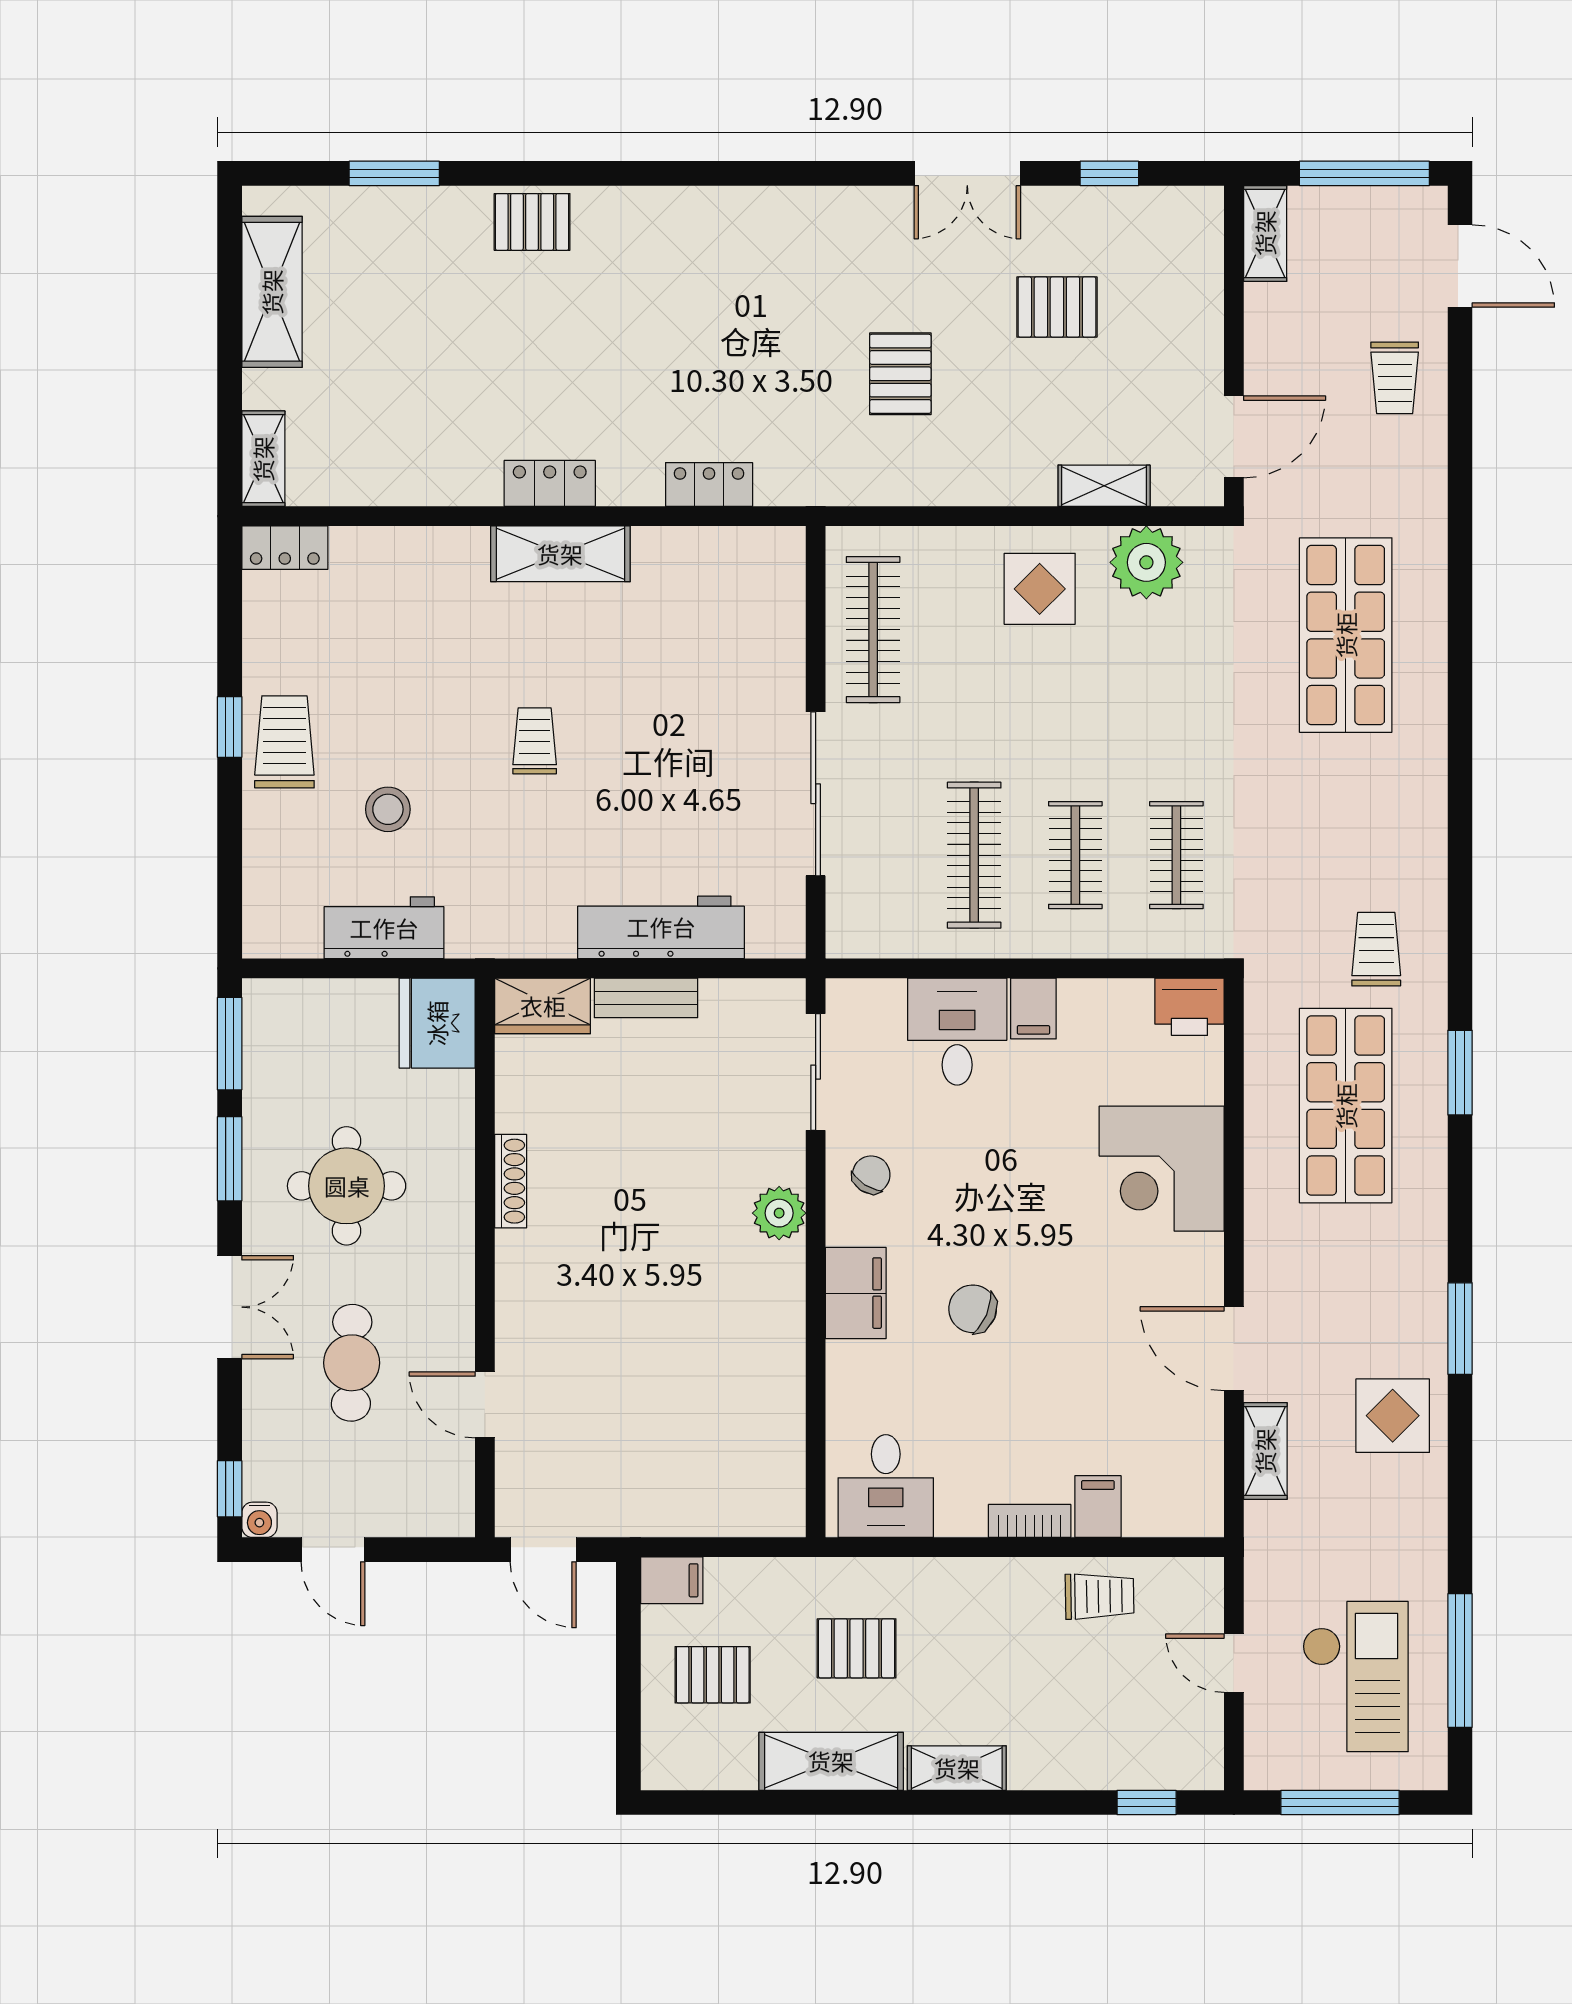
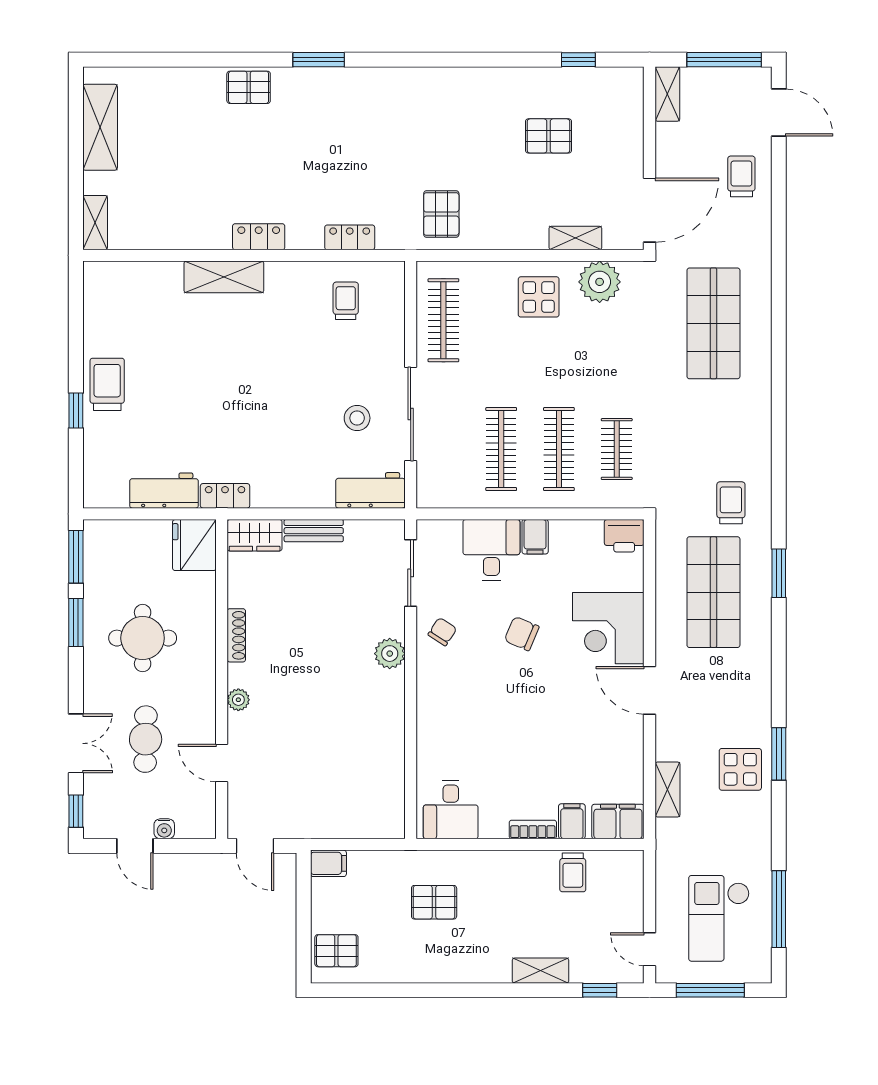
window: (394, 173) -> (319, 60), moved
double door: (967, 173) -> (497, 60), removed
pallet: (900, 374) -> (441, 214), moved
trolley: (1395, 378) -> (741, 176), turned 180
door: (1234, 437) -> (650, 210), width x1.36
locker: (285, 548) -> (225, 496), moved, turned 180
shelving: (560, 554) -> (224, 277), moved
window: (230, 727) -> (76, 410), moved
trolley: (535, 741) -> (346, 301), moved
stool: (388, 809) -> (357, 418), moved
clothes rail: (1075, 855) -> (559, 449), width x1.36
workbench: (661, 927) -> (370, 490), moved, width x0.73
filing cabinet: (856, 1293) -> (618, 822), moved, turned -90
plant: (514, 1294) -> (238, 700), added
double door: (230, 1307) -> (76, 743), moved
chair: (973, 1309) -> (522, 634), moved
window: (1460, 1329) -> (779, 754), moved
door: (1234, 1349) -> (650, 690), moved
water cooler: (259, 1520) -> (164, 829), moved
trolley: (1100, 1596) -> (573, 872), turned 91
door: (1234, 1663) -> (650, 949), moved
pallet: (713, 1675) -> (336, 951), moved
checkout: (1355, 1677) -> (719, 918), turned 180
shelving: (831, 1761) -> (419, 967), removed
shelving: (957, 1768) -> (541, 971), moved

